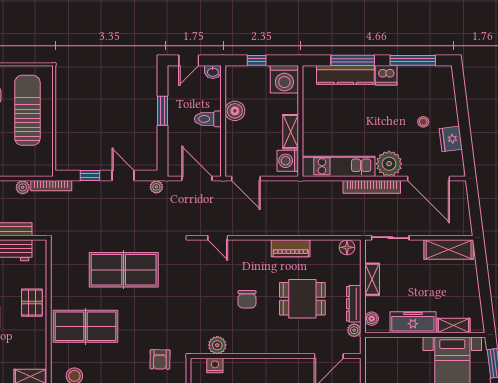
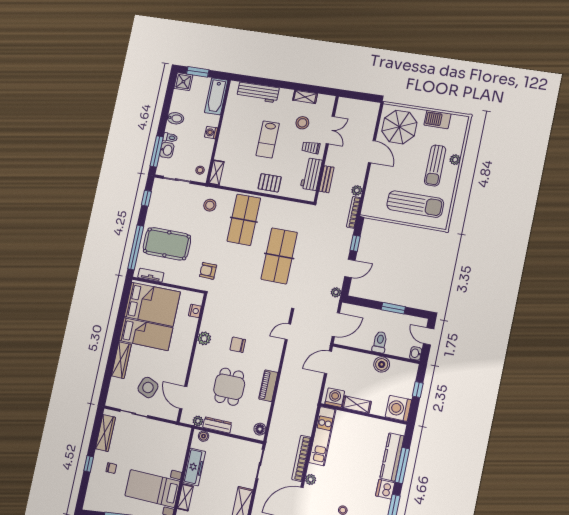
plant: (389, 164) -> (311, 479), width x0.53, depth x0.53
shelving: (372, 279) -> (232, 443), removed
plant: (217, 345) -> (204, 338), moved

